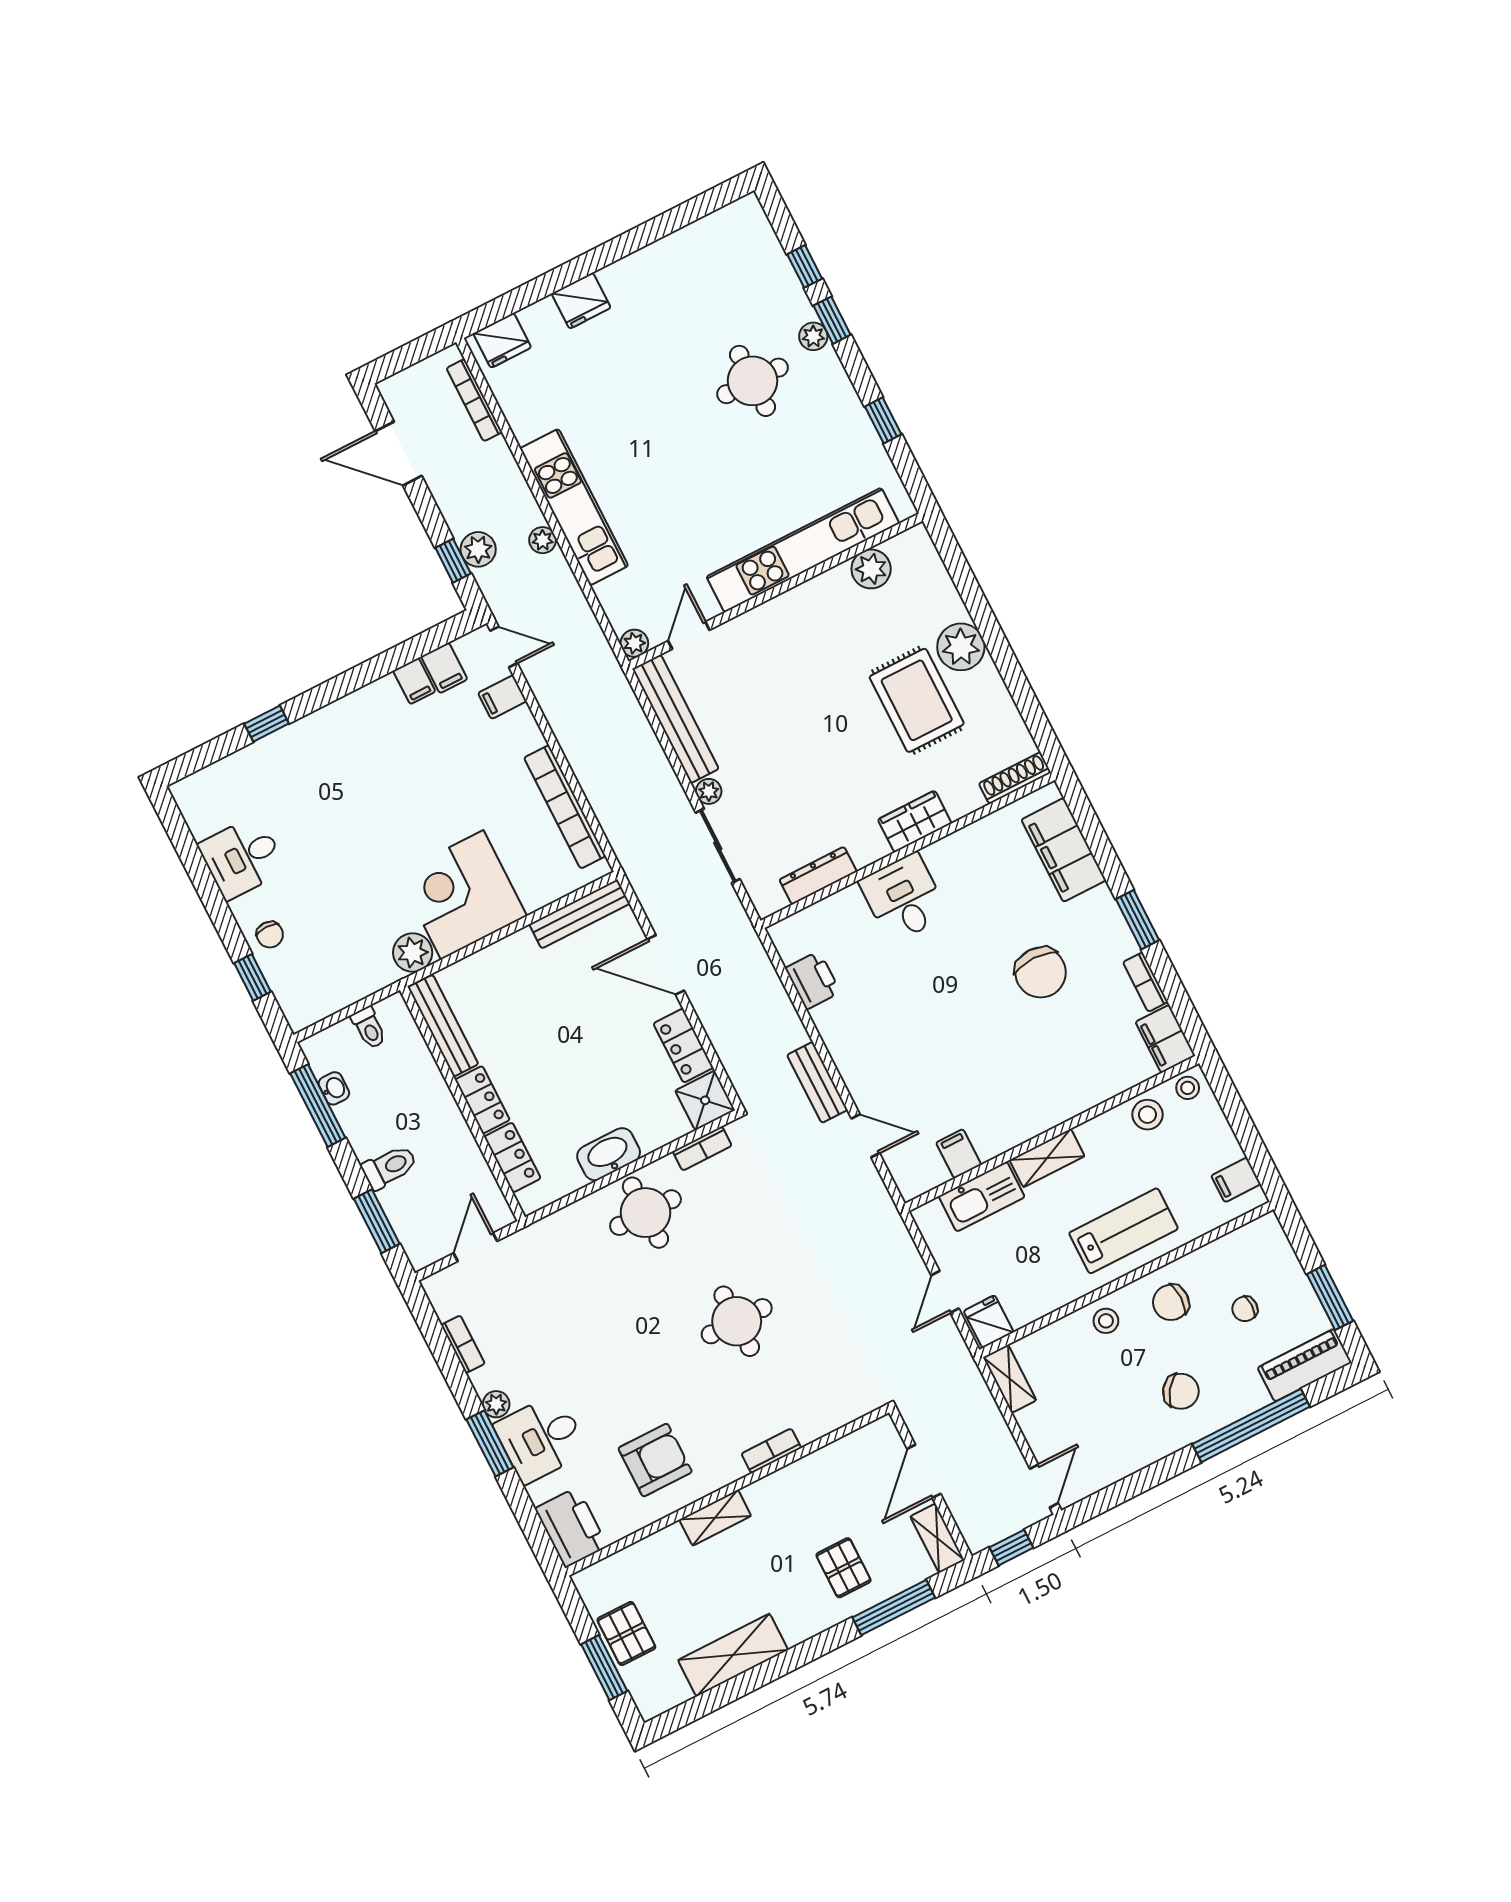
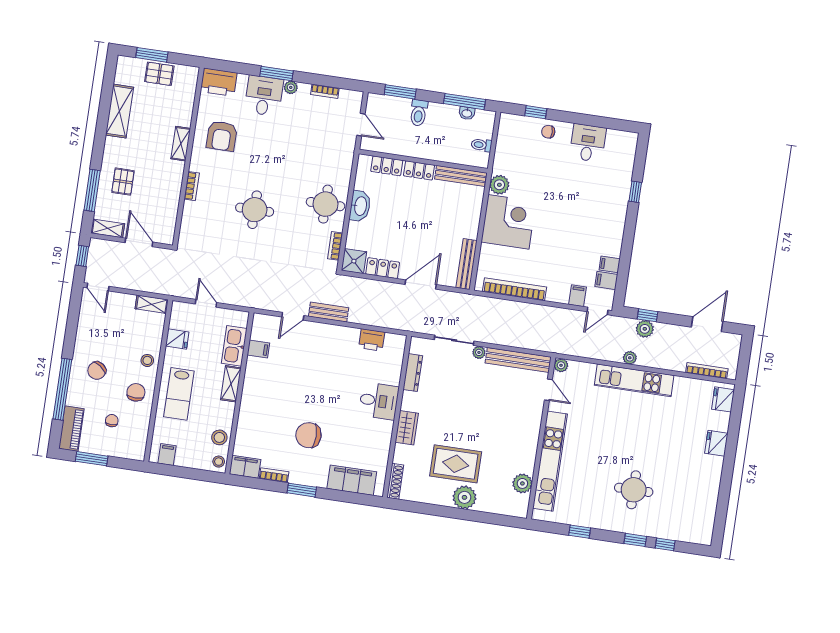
plant: (813, 336) -> (634, 528), removed
fridge: (989, 1322) -> (177, 339), moved
pallet: (844, 1568) -> (123, 182), turned 90

